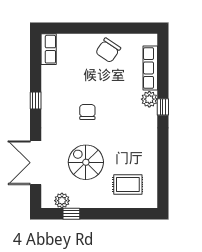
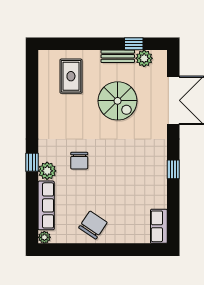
plant: (152, 39) -> (44, 237), added
chair: (87, 112) -> (79, 161), moved
rug: (128, 184) -> (71, 76), turned 90
bench: (86, 202) -> (118, 56), added

